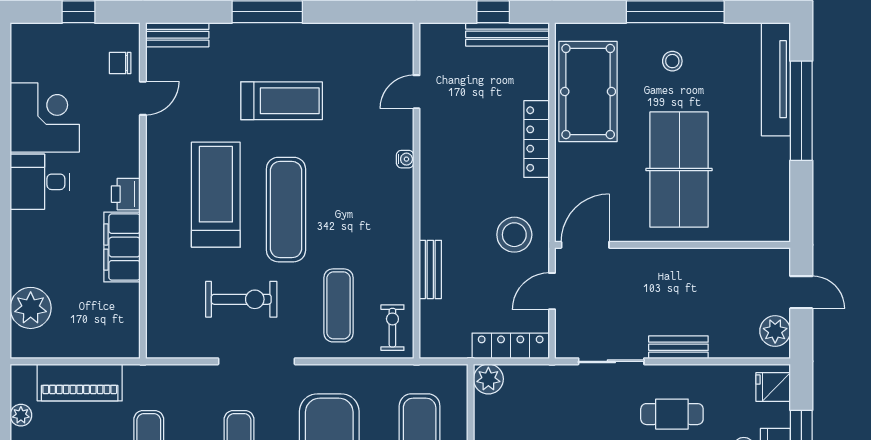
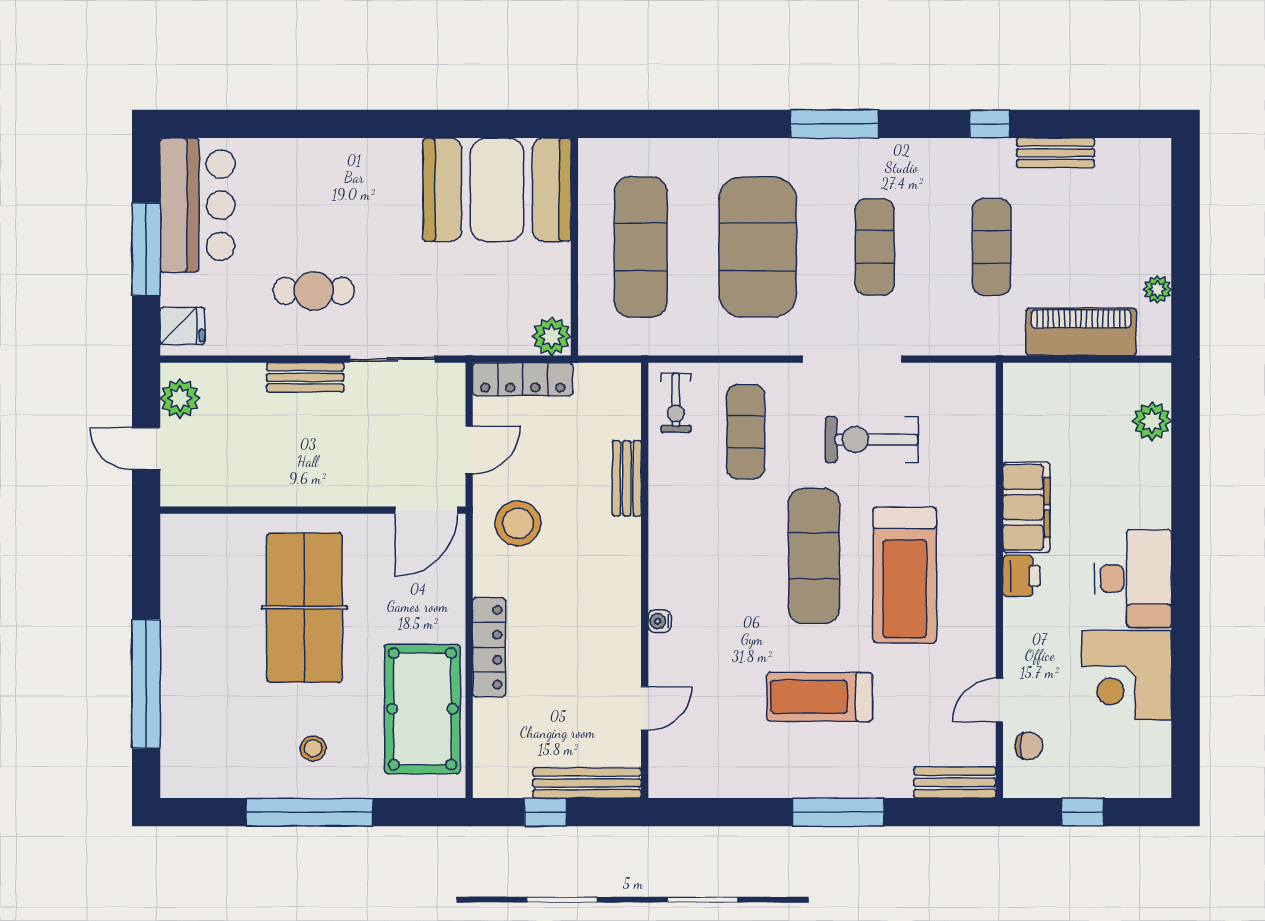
bench: (507, 34) -> (587, 783), moved
tv unit: (776, 79) -> (179, 725), removed
desk: (40, 182) -> (1133, 579), width x1.37
plant: (31, 308) -> (1152, 421), width x0.73, depth x0.73

